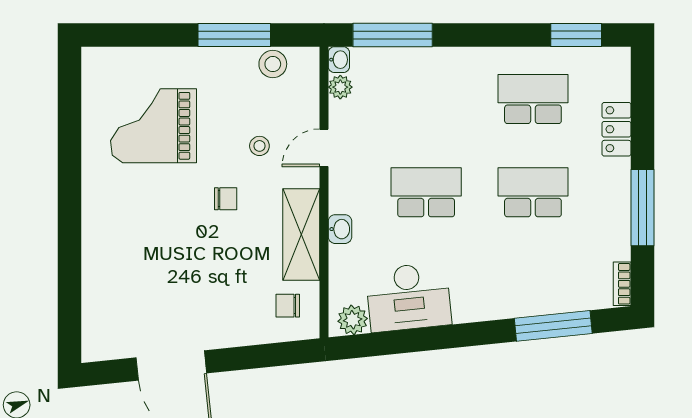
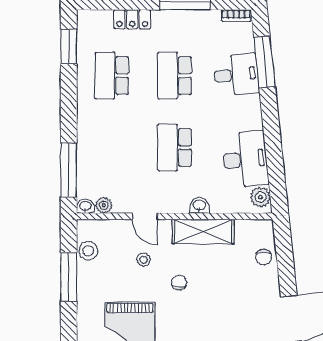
desk: (534, 284) -> (236, 75), added
chair: (288, 306) -> (263, 257), moved

